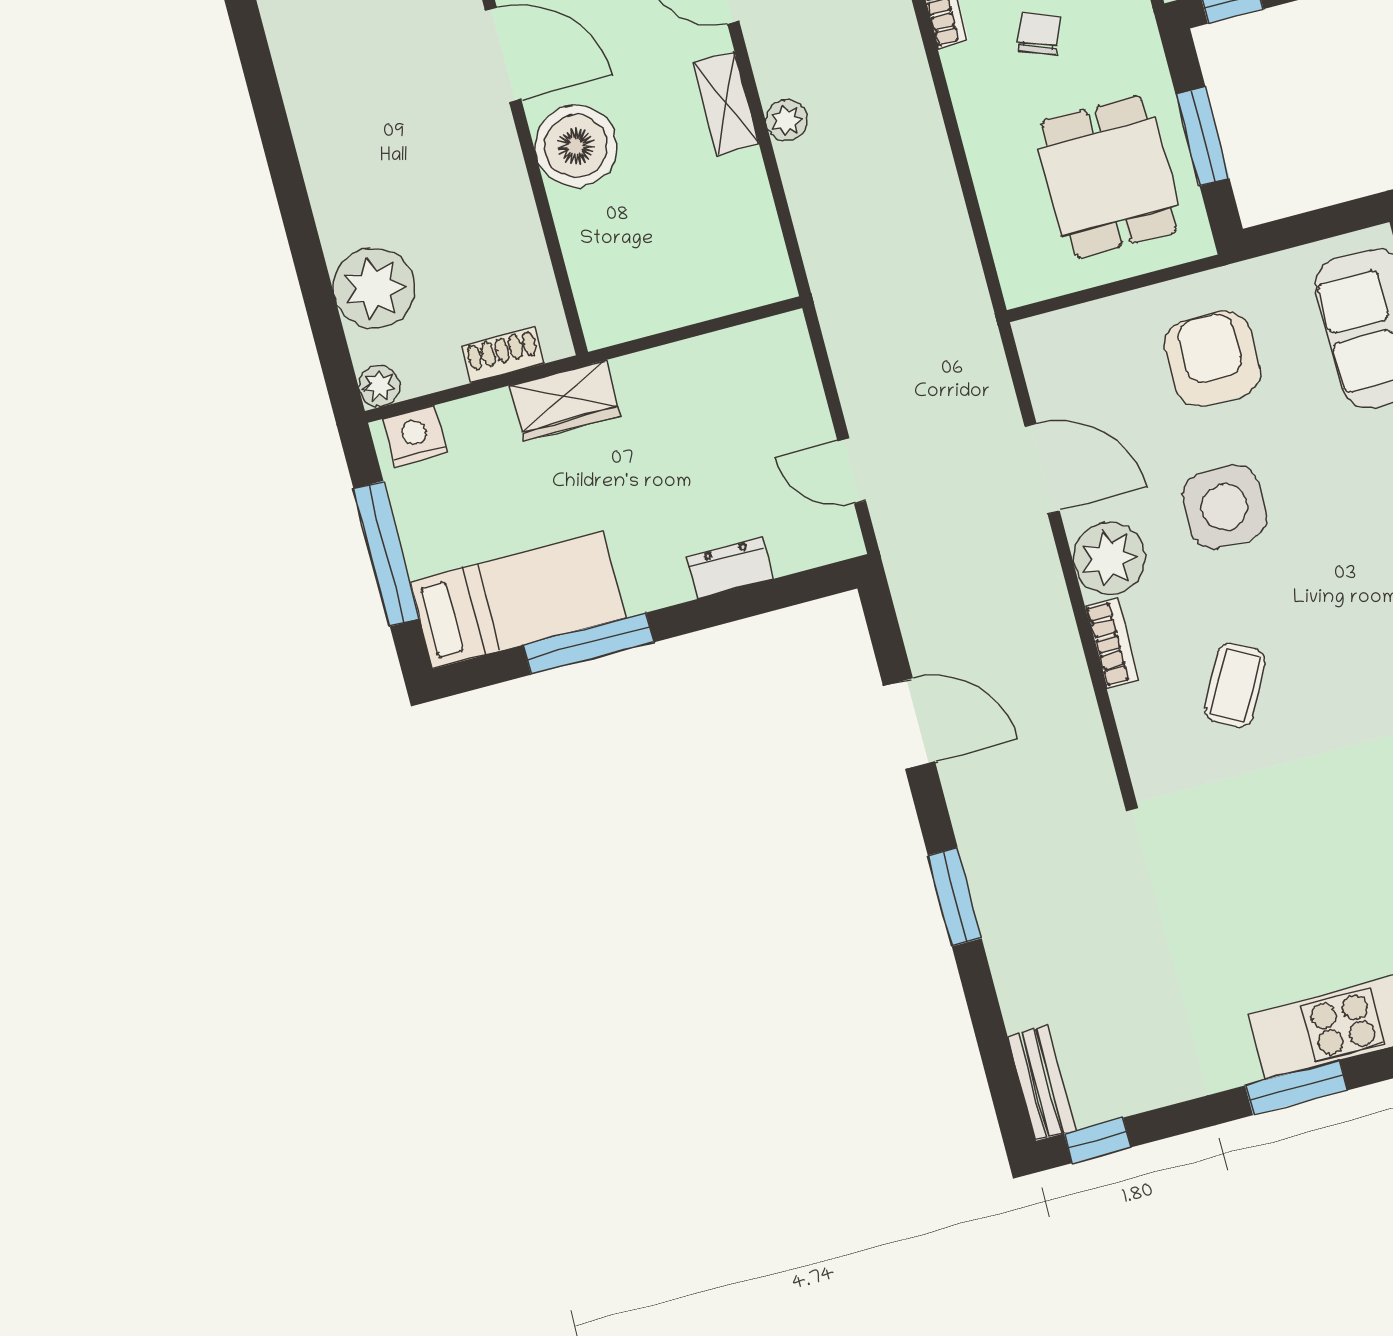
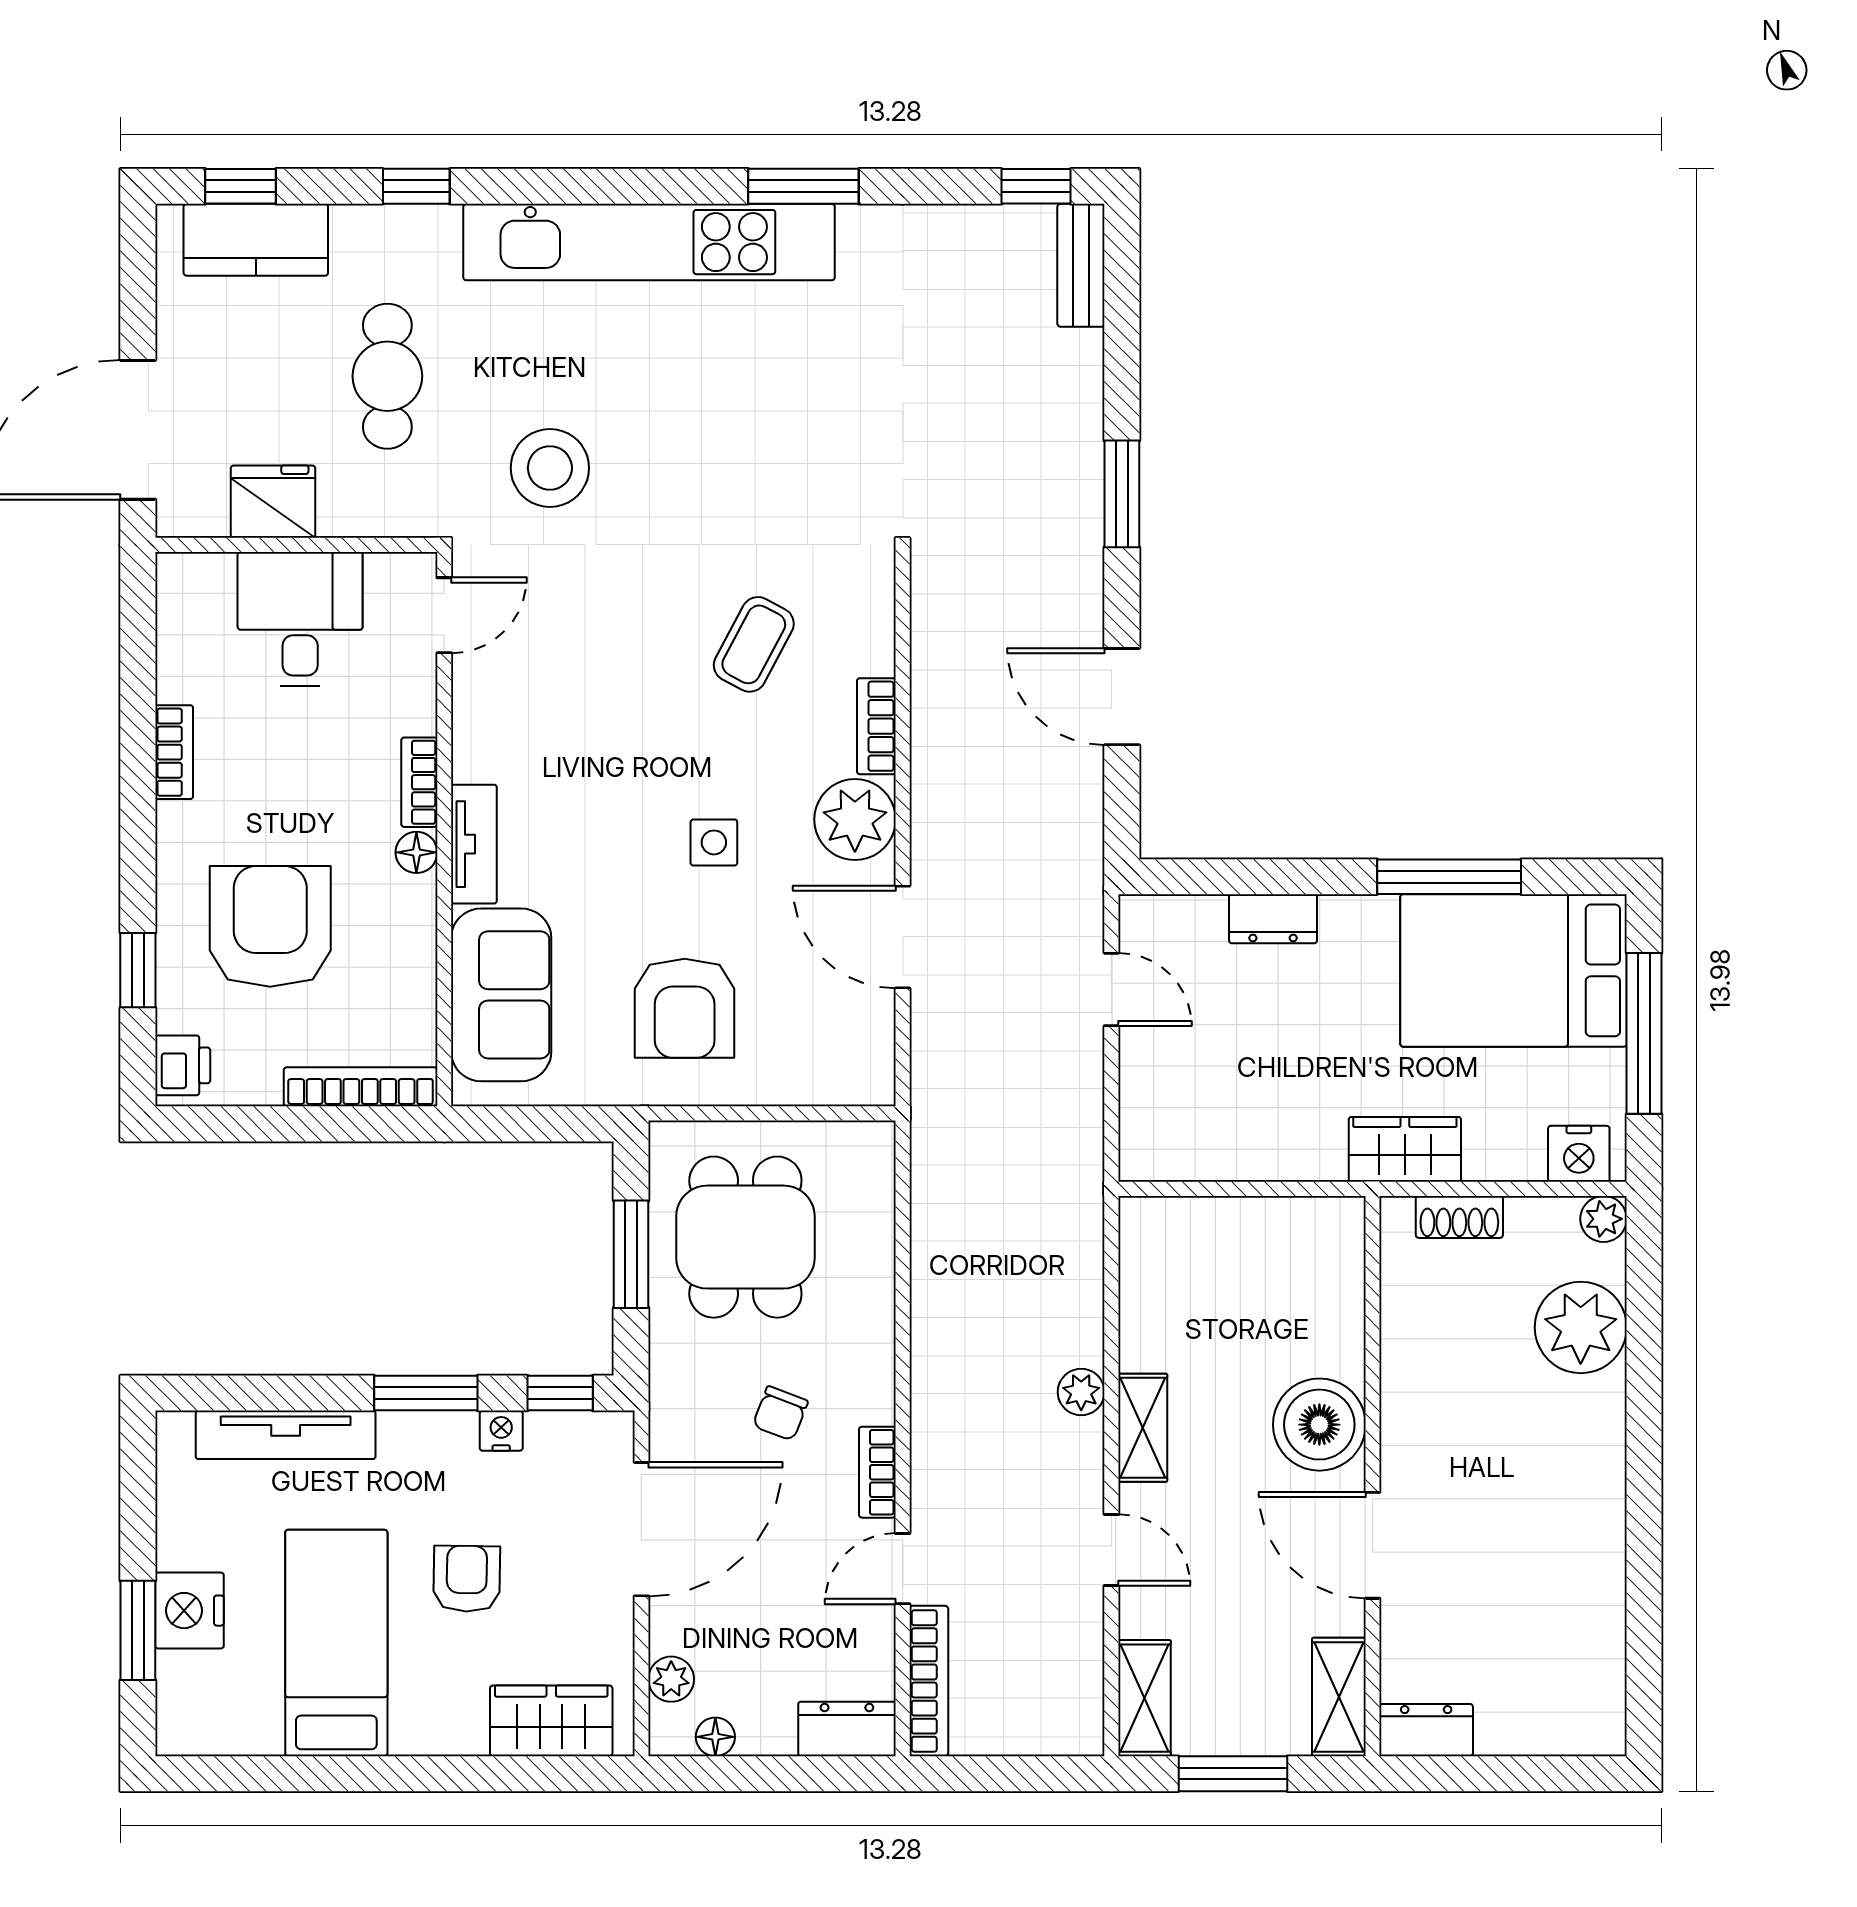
side table: (1225, 507) -> (714, 842), width x0.54, depth x0.54
bed: (518, 600) -> (1514, 970), width x1.50

